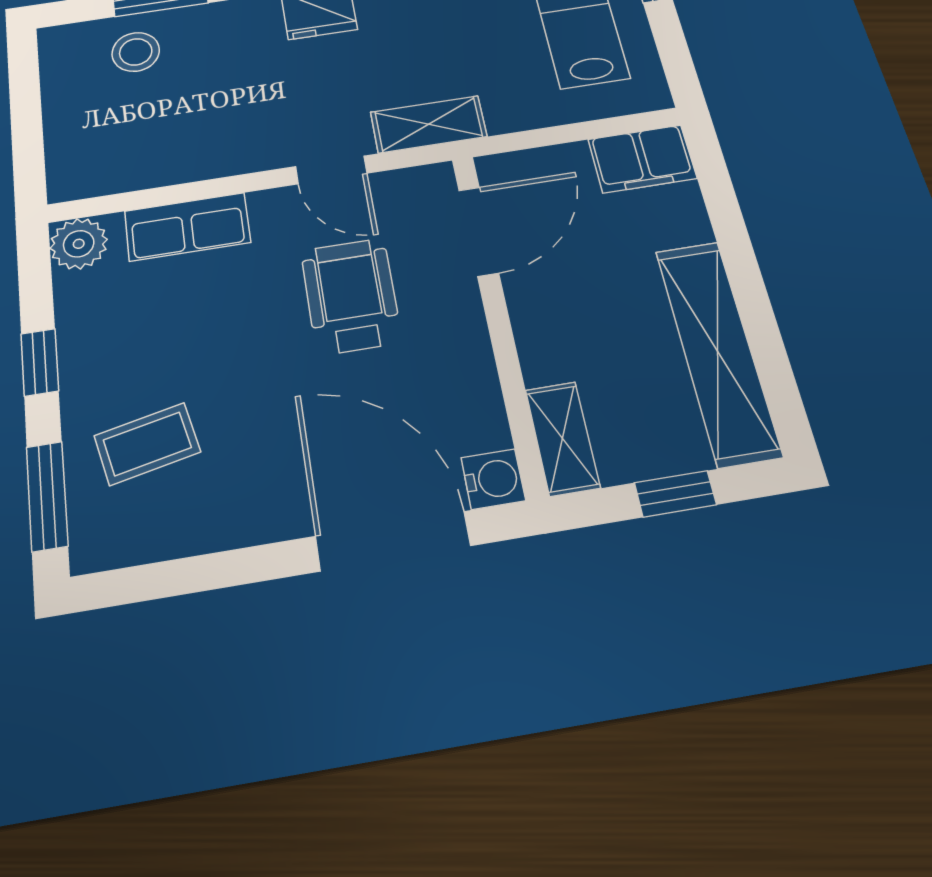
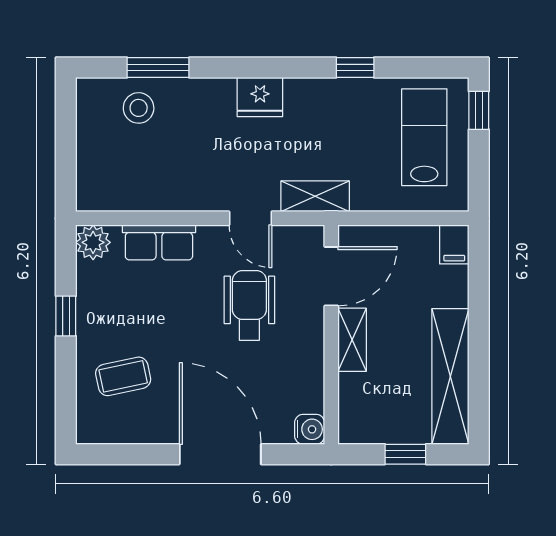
filing cabinet: (642, 159) -> (454, 244), width x0.50
shelving: (562, 438) -> (352, 340), moved
window: (47, 496) -> (66, 397), removed
door: (393, 541) -> (220, 454), moved

